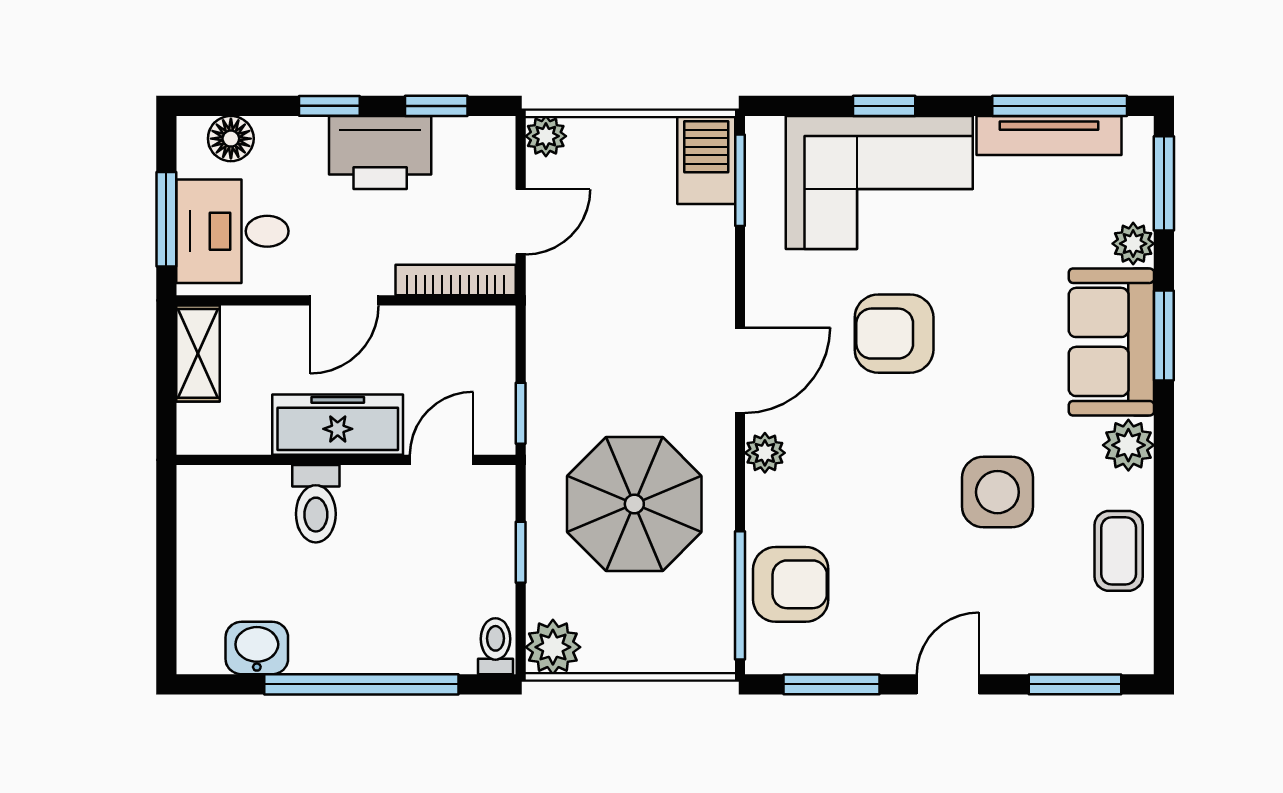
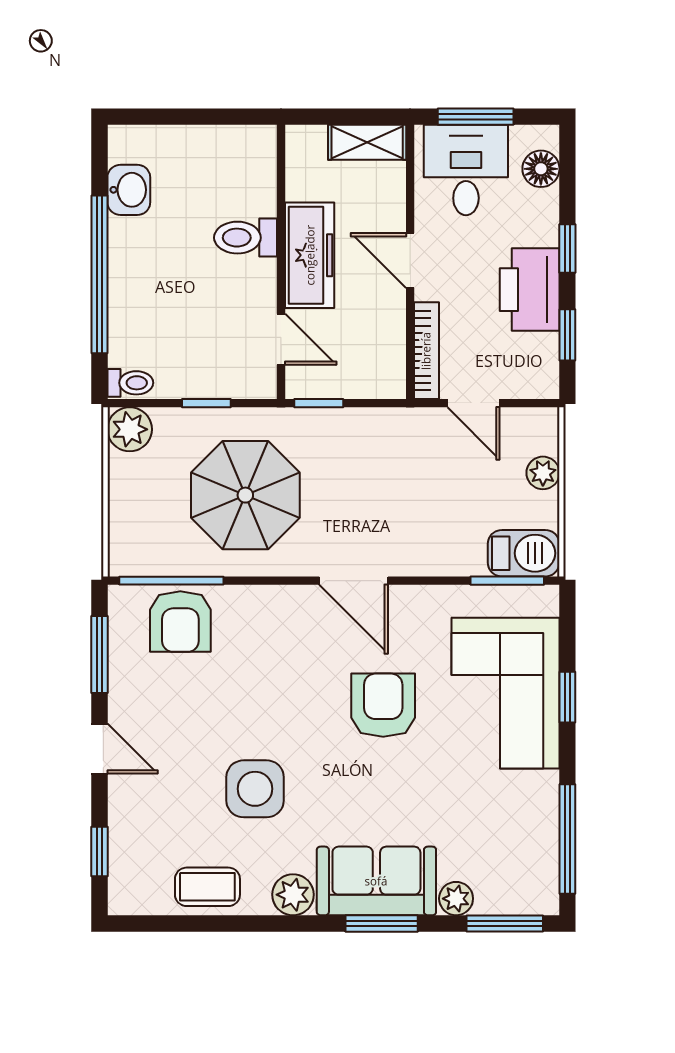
tv unit: (1049, 135) -> (543, 830), removed
plant: (546, 136) -> (543, 473), moved
plant: (765, 453) -> (287, 601), removed
window: (1075, 684) -> (99, 852), width x0.67

